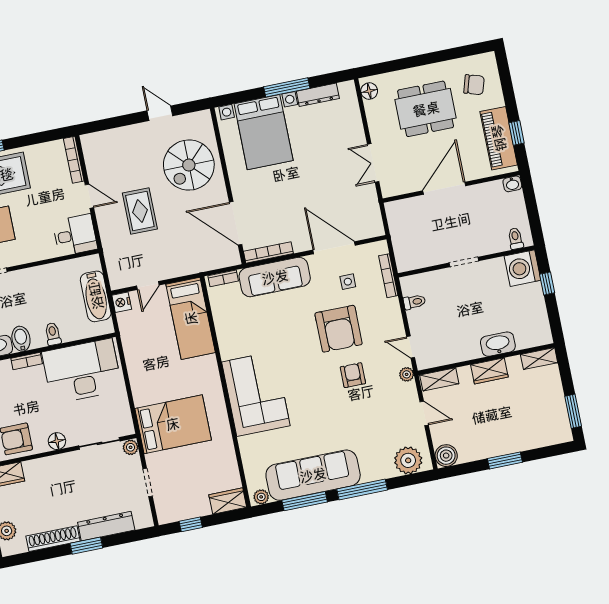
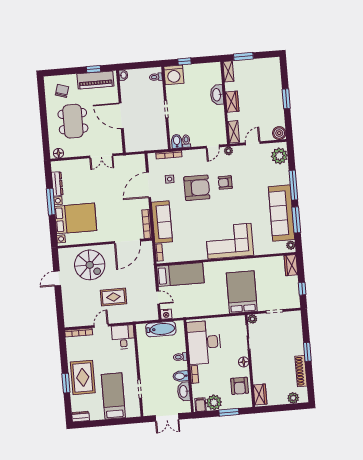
bidet: (412, 286) -> (177, 141), added
window: (573, 411) -> (243, 57), moved
dresser: (106, 526) -> (297, 339), removed

